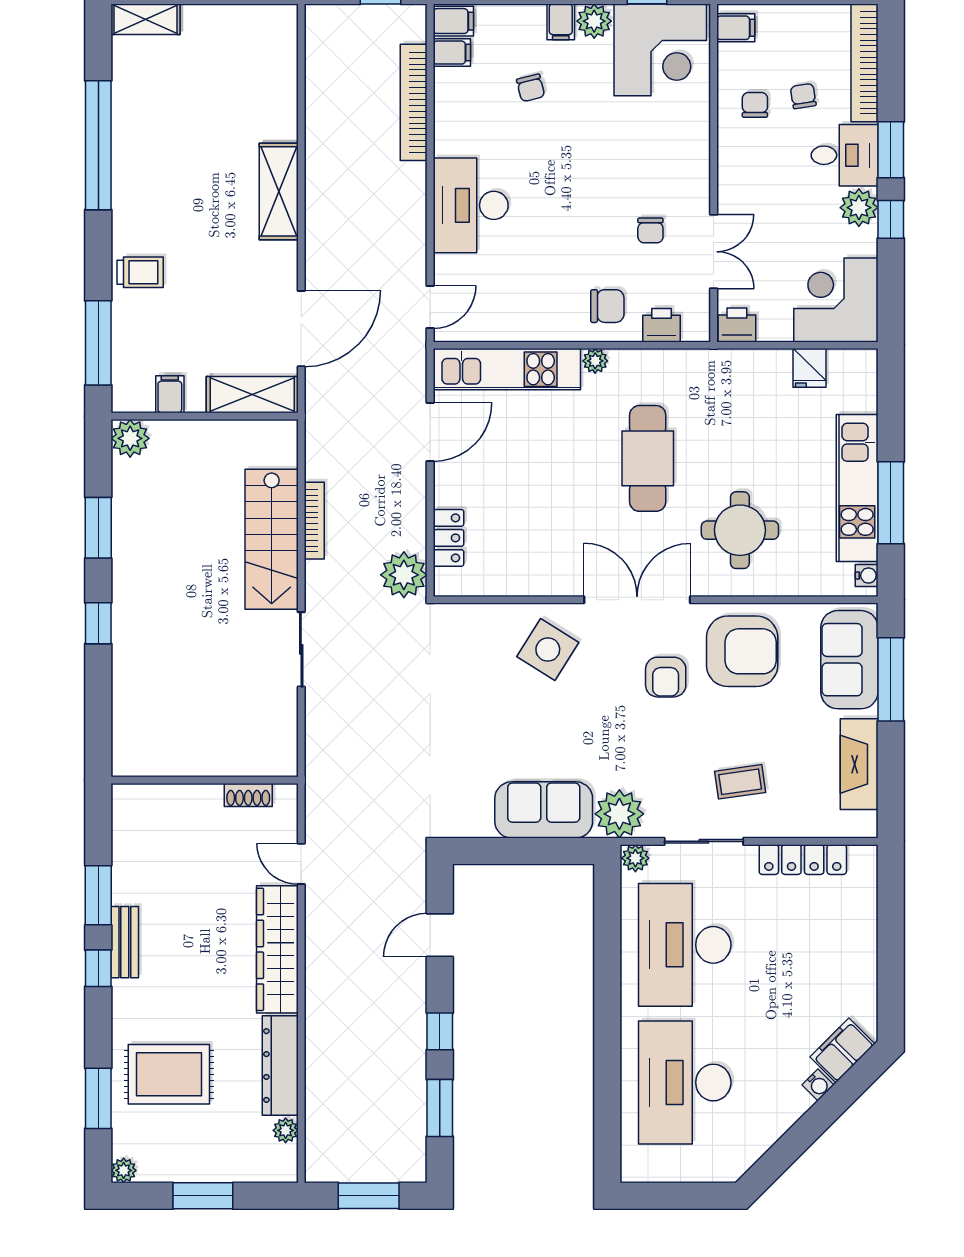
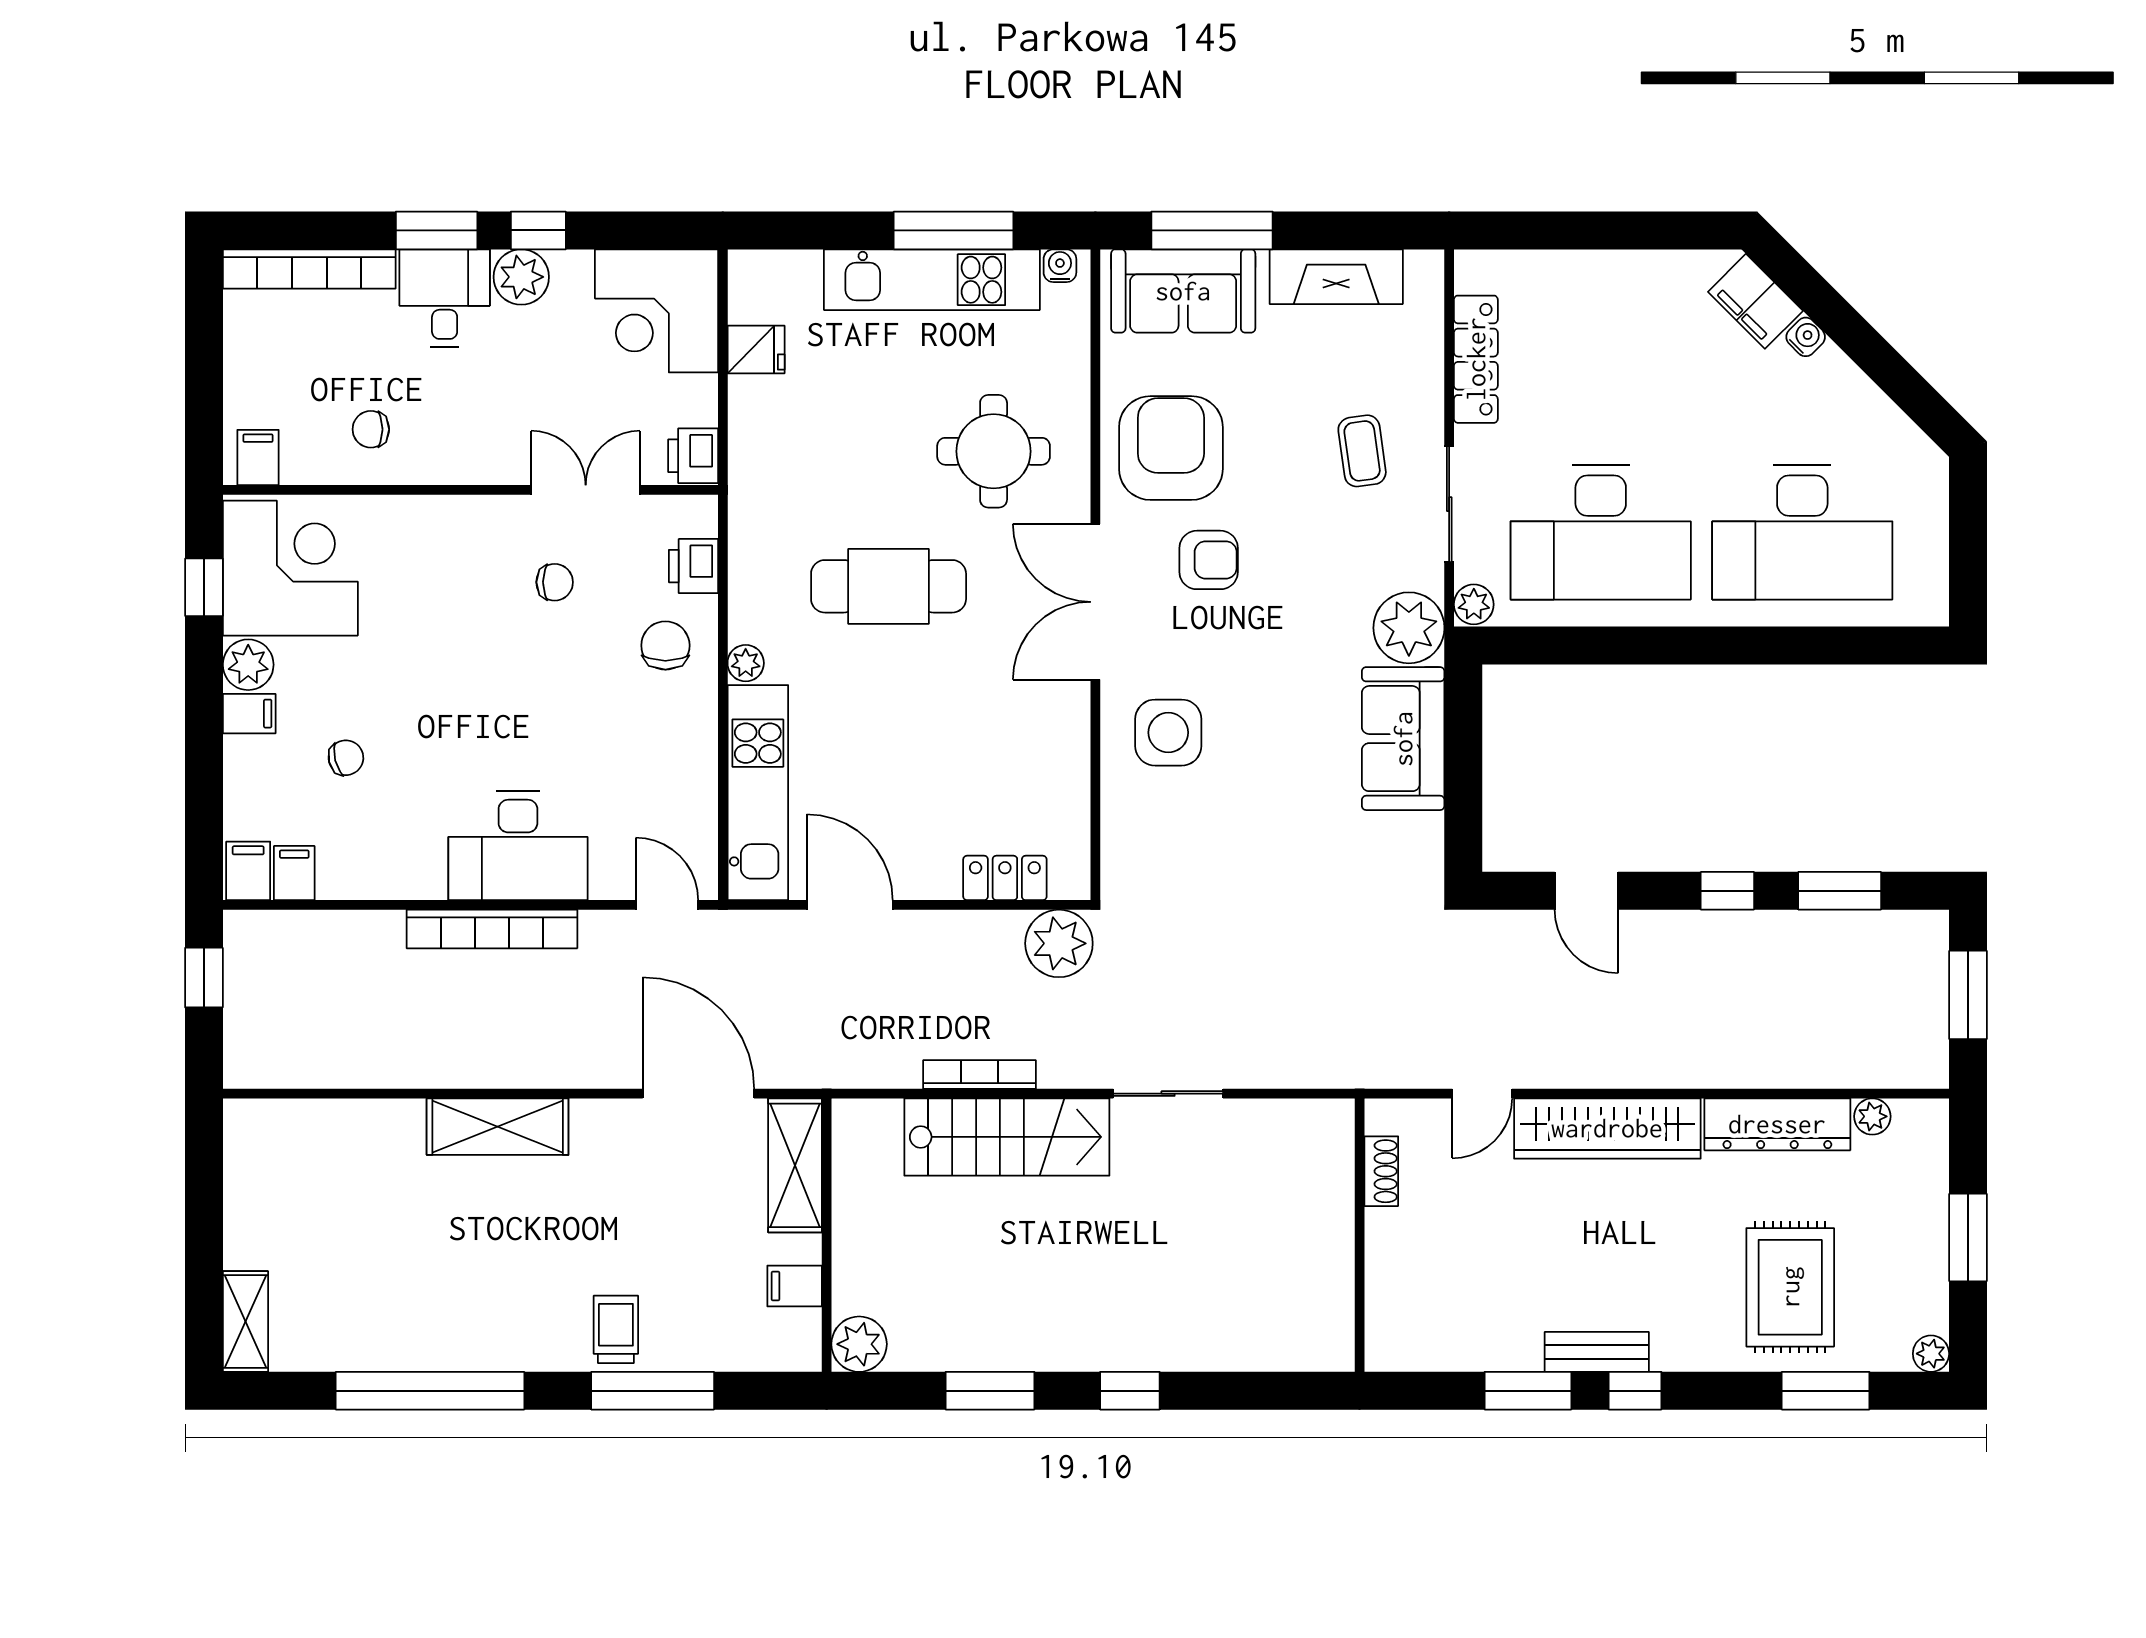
chair: (803, 96) -> (358, 359), removed
bookcase: (414, 102) -> (492, 929), moved
window: (98, 343) -> (653, 1391), moved
side table: (548, 650) -> (1168, 733), turned -32

